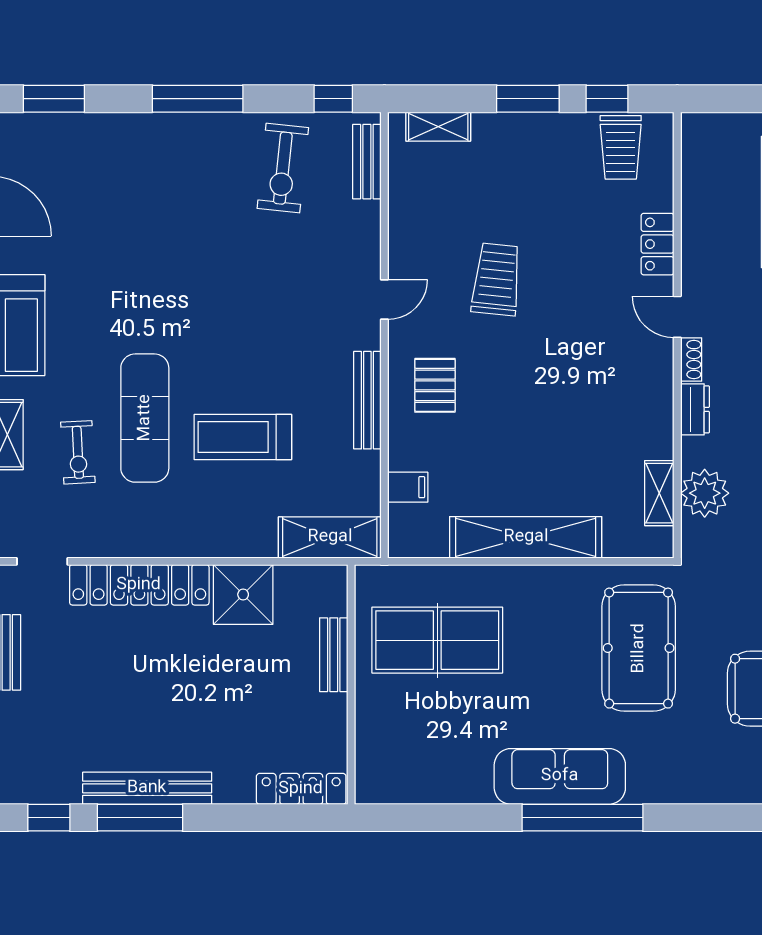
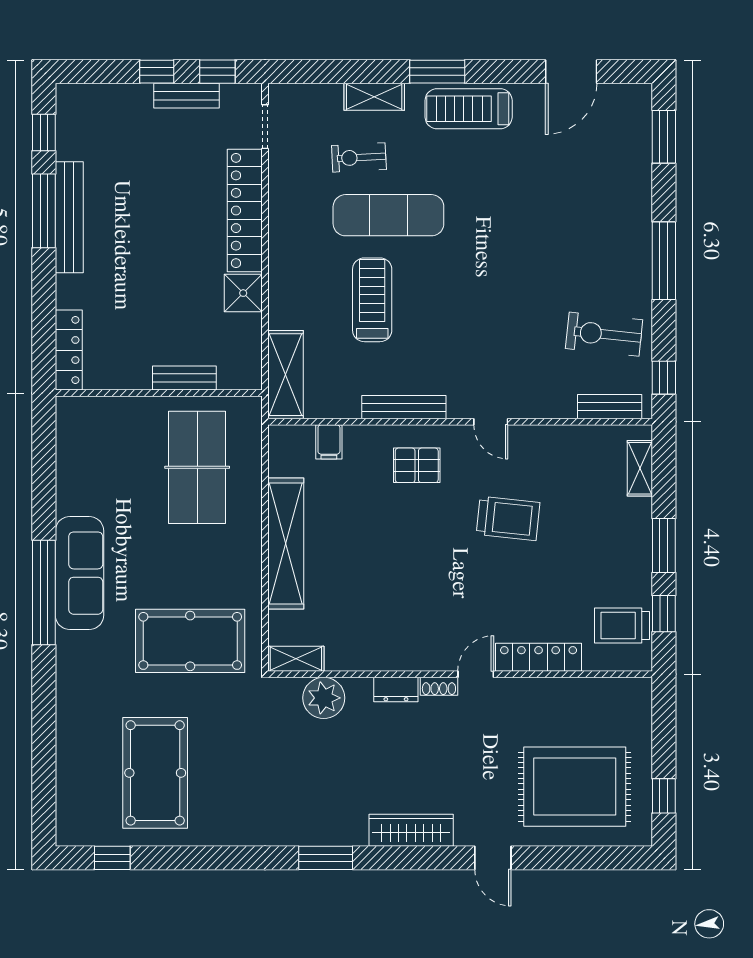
locker: (658, 244) -> (539, 657), width x1.53
shelving: (659, 493) -> (296, 659), moved
shower: (243, 594) -> (243, 293), width x0.73, depth x0.73

